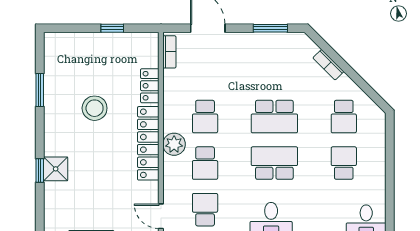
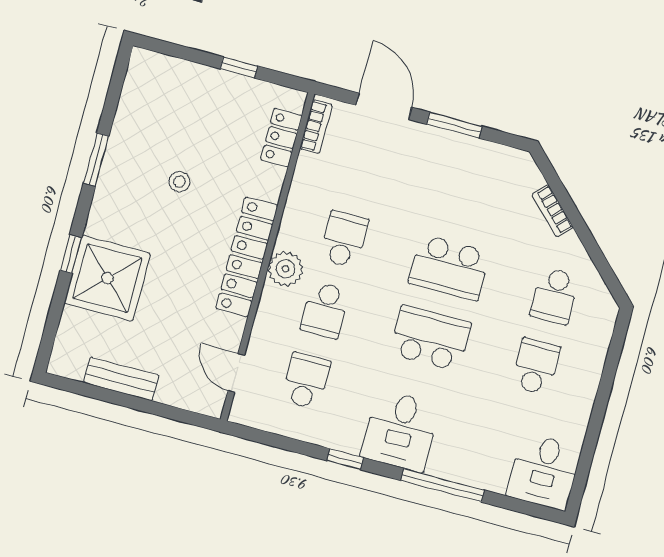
window: (270, 28) -> (454, 125), moved
locker: (150, 86) -> (281, 138), moved
window: (40, 90) -> (96, 160), moved
stool: (95, 108) -> (180, 182), width x0.53, depth x0.53
school desk: (205, 117) -> (344, 239), turned 180
shower: (56, 169) -> (107, 278), width x1.86, depth x1.86

